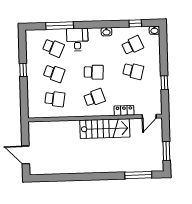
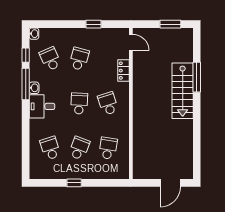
window: (60, 26) -> (26, 84), moved
desk: (77, 40) -> (42, 106), moved
school desk: (53, 48) -> (50, 148), turned -42
stairs: (105, 129) -> (183, 91), moved, turned 180
window: (138, 175) -> (197, 77), moved

